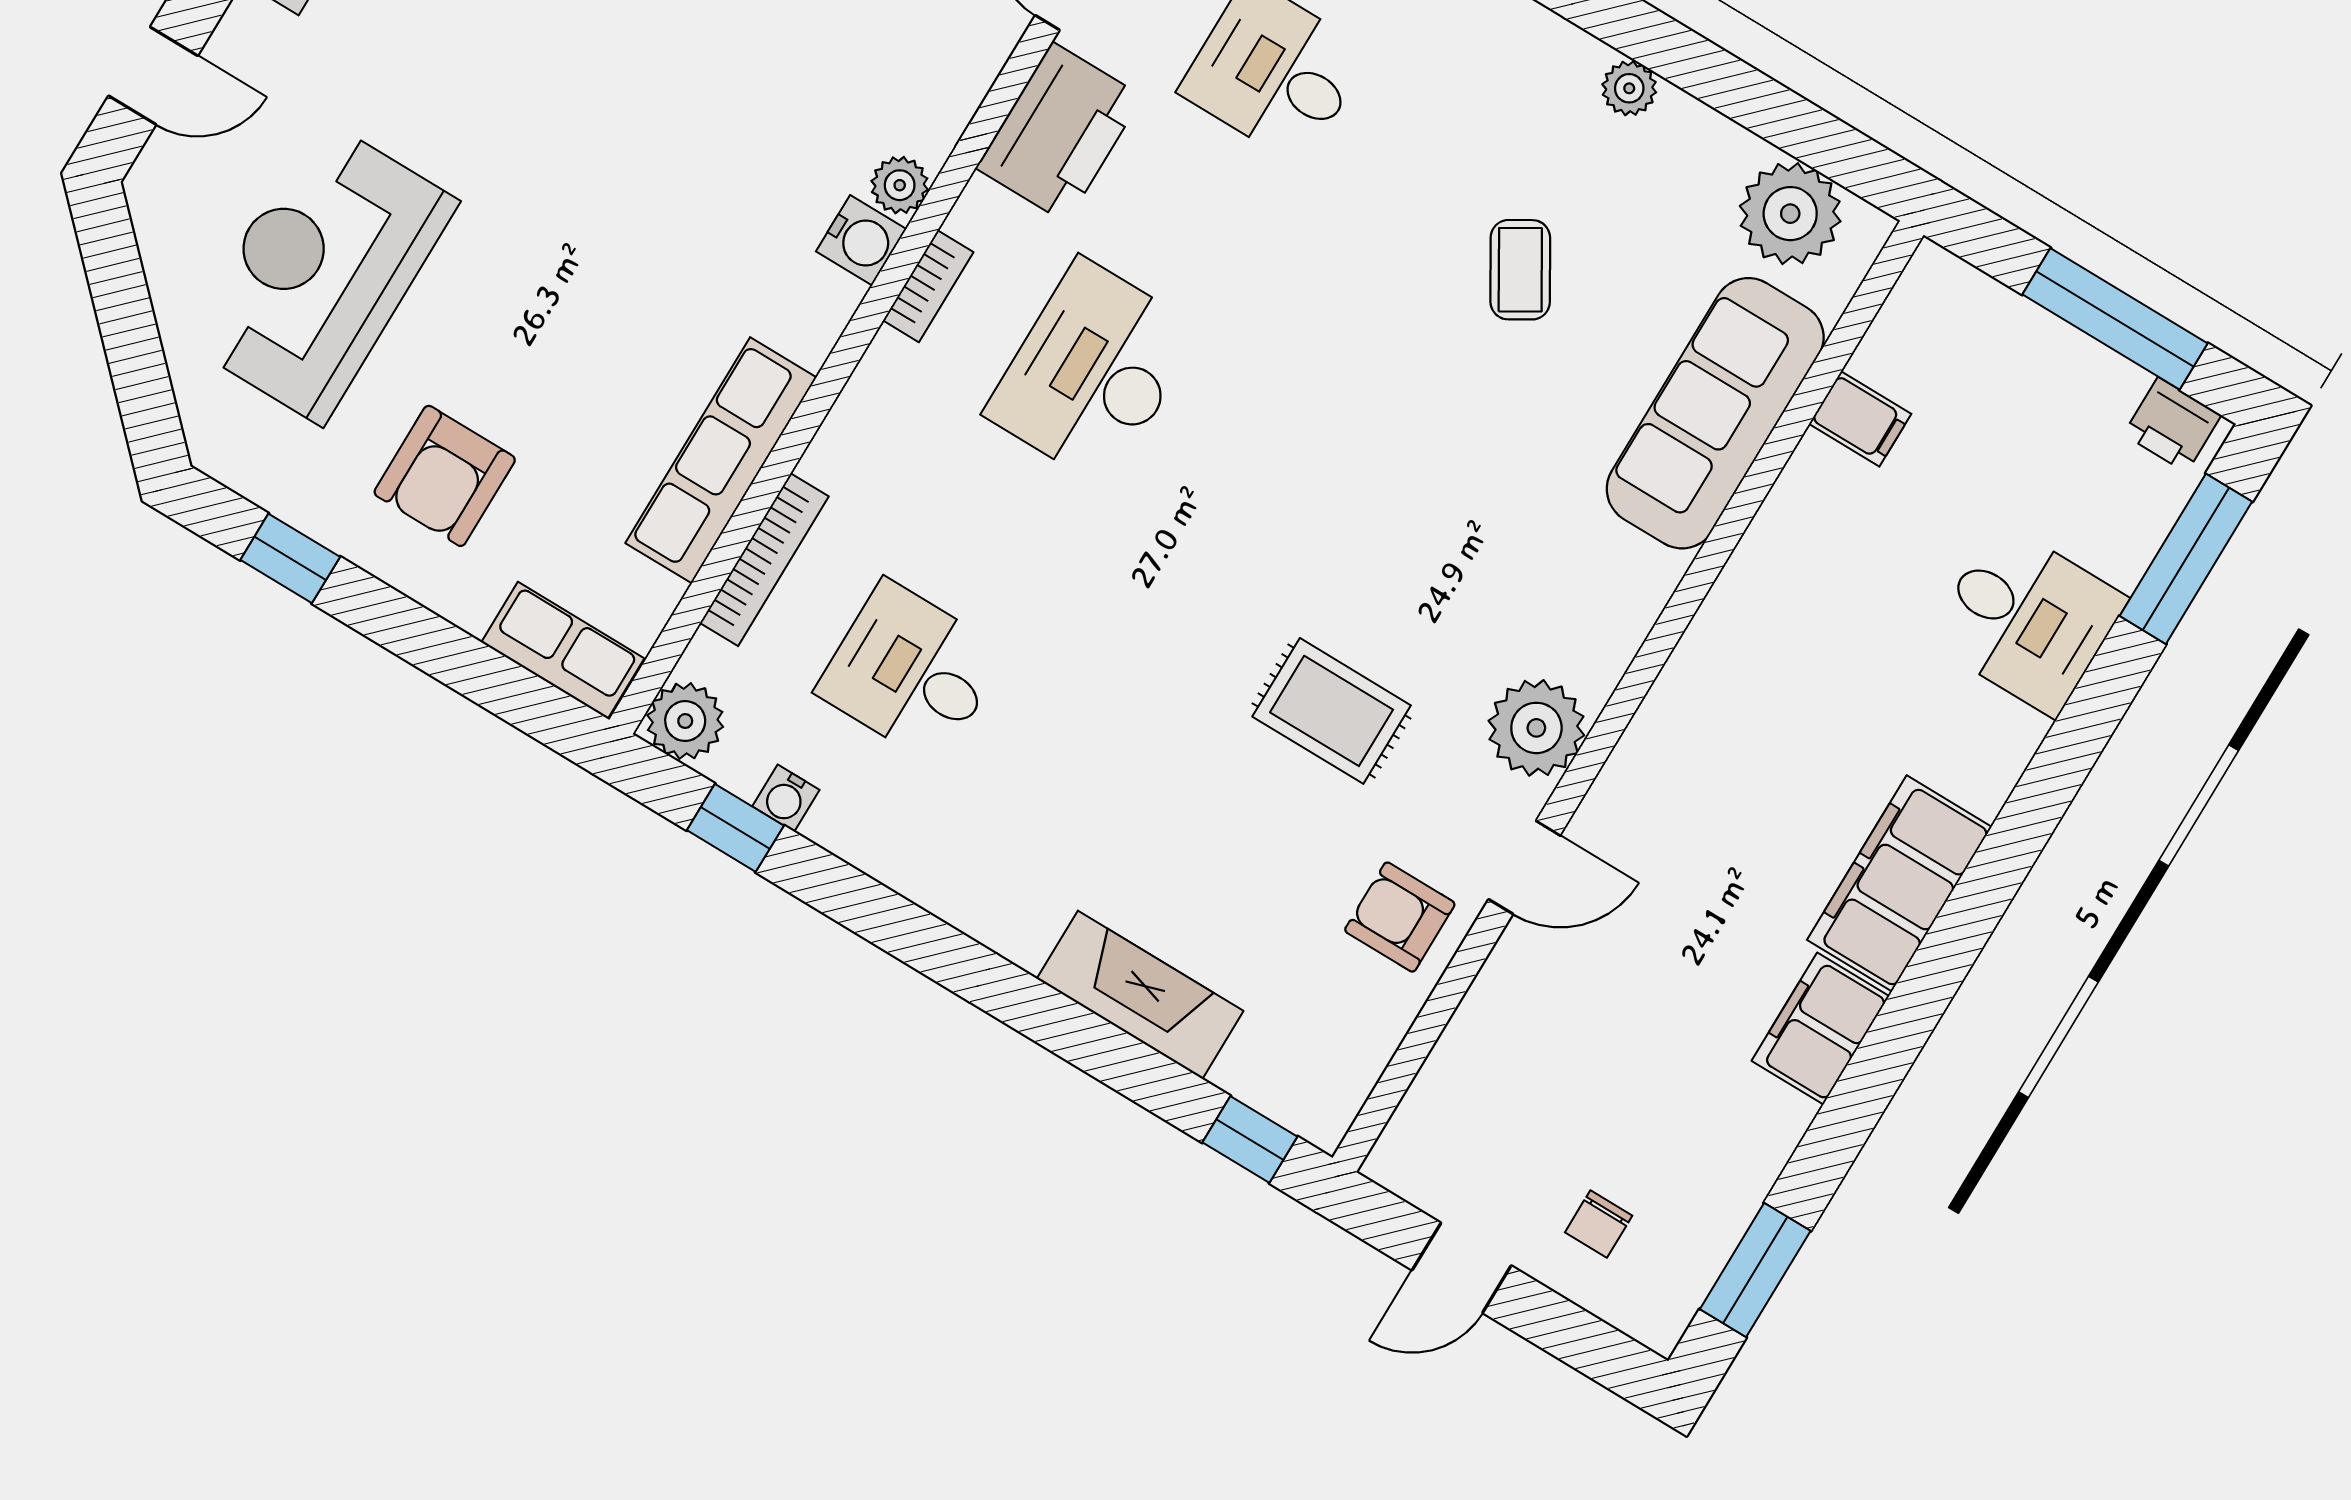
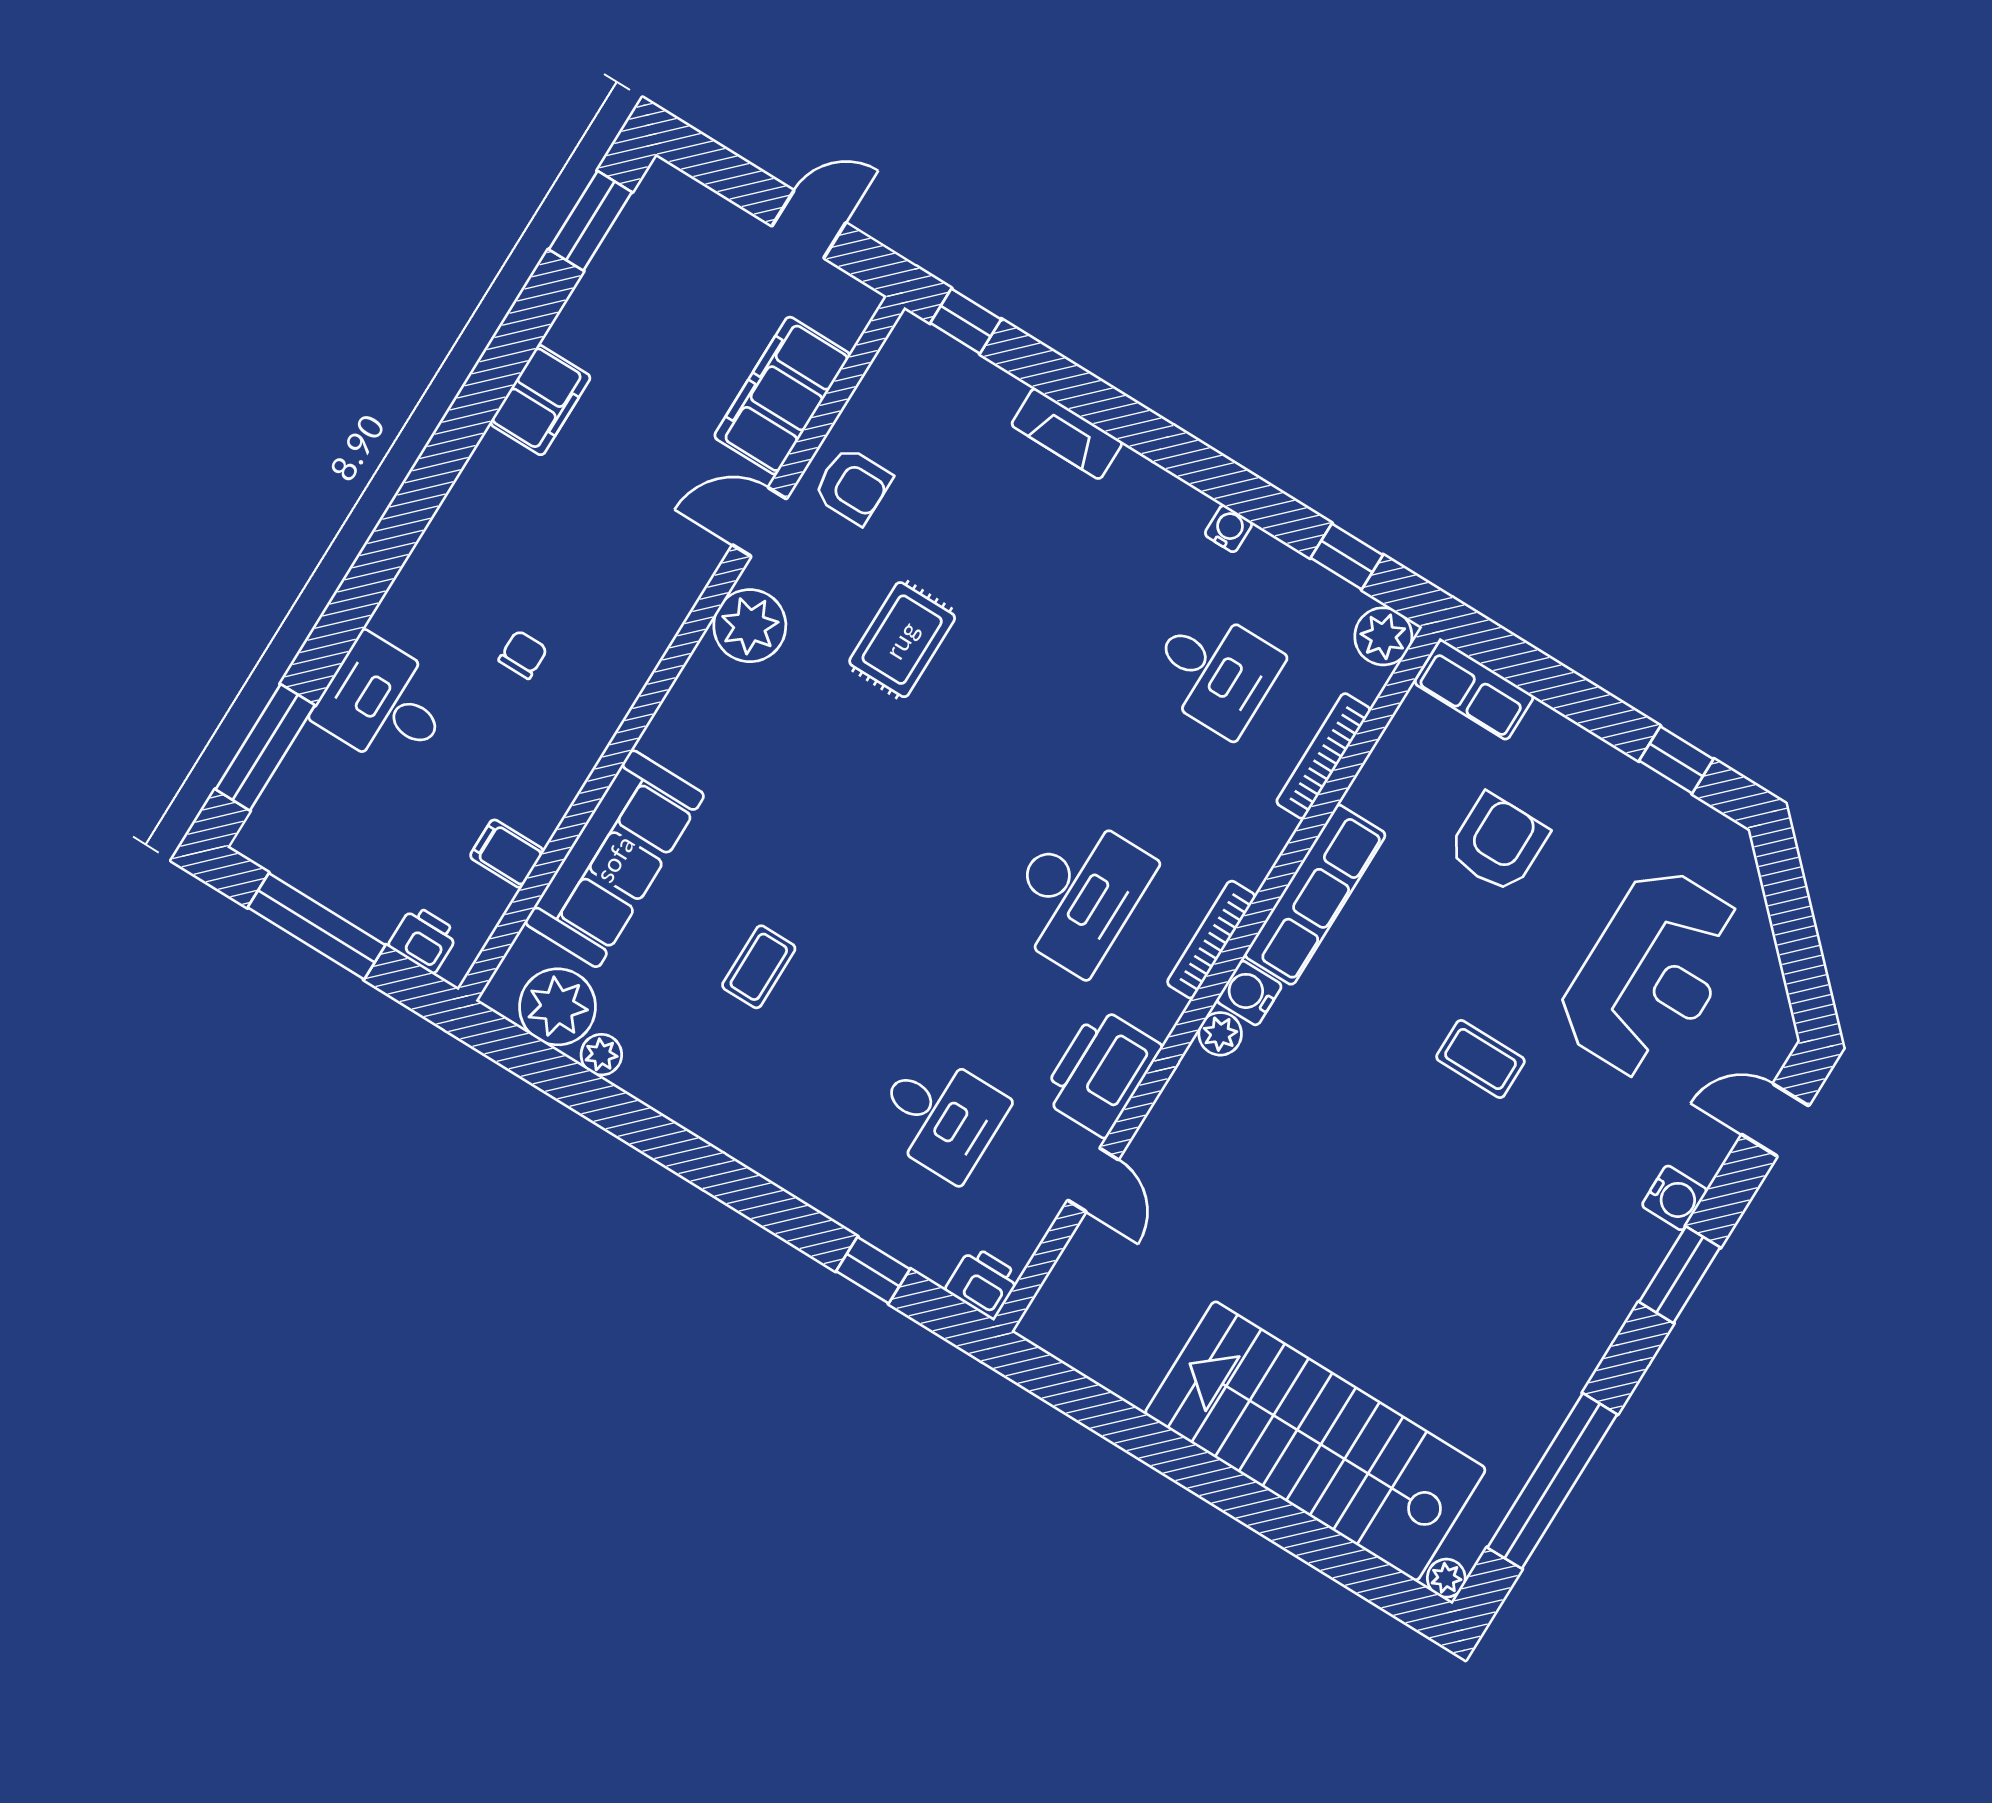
plant: (1629, 88) -> (601, 1055), moved
coffee table: (550, 154) -> (1480, 1059), added
coffee table: (1520, 270) -> (759, 967), turned 31
bookcase: (928, 286) -> (1211, 940), width x1.56
printer: (2172, 425) -> (424, 939), moved
row of seats: (721, 460) -> (1315, 895), moved
armchair: (445, 476) -> (1498, 843), moved
rug: (1332, 711) -> (902, 640), turned 90
water cooler: (786, 798) -> (1229, 529), moved
filing cabinet: (1899, 883) -> (782, 396), moved, turned 180
fireplace: (1140, 995) -> (1067, 434), width x0.73, depth x0.76
chair: (1599, 1224) -> (523, 655), moved

